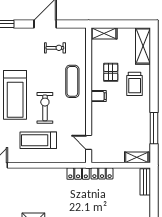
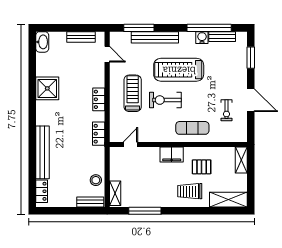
filing cabinet: (99, 96) -> (172, 155), width x2.00
exercise bike: (45, 108) -> (165, 100), turned 180
locker: (102, 173) -> (99, 99), moved
stool: (124, 176) -> (96, 180), added

